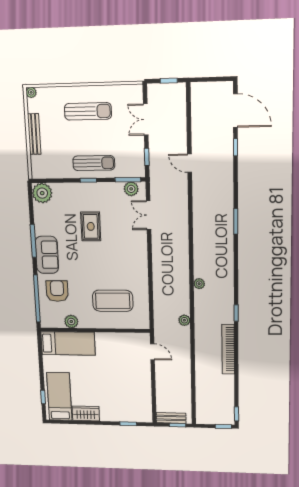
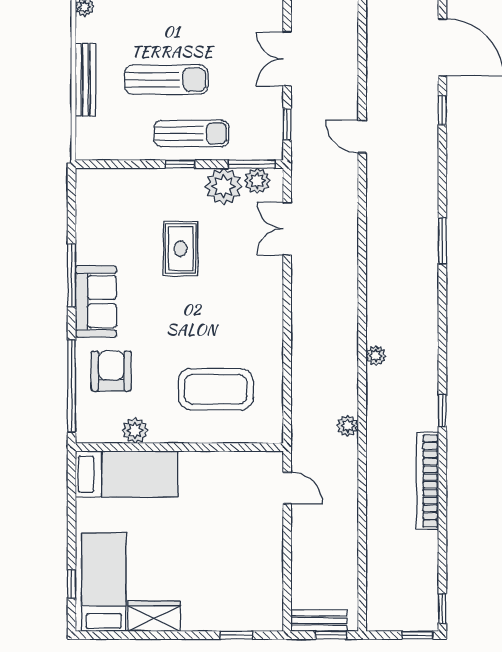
sun lounger: (88, 111) -> (166, 80), moved
plant: (42, 193) -> (224, 186), moved

